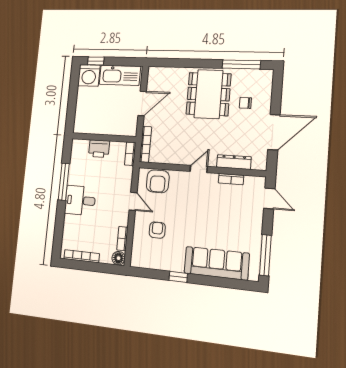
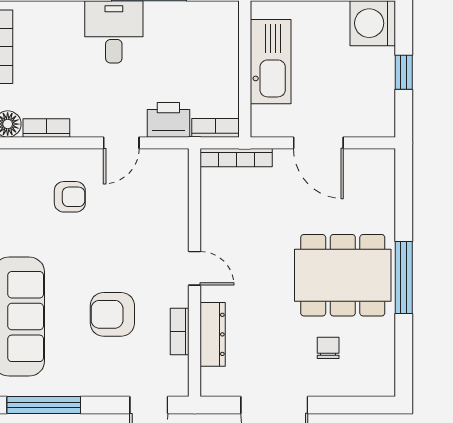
window: (96, 61) -> (404, 72), moved
window: (241, 64) -> (404, 277), moved
kitchen sink: (120, 75) -> (271, 62), moved, turned 180
printer: (99, 149) -> (168, 120), moved, turned 90
armchair: (158, 181) -> (112, 314), moved

